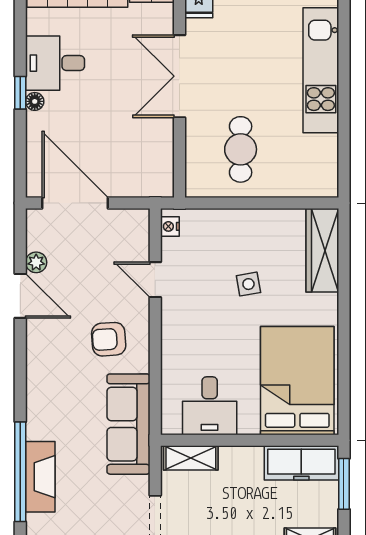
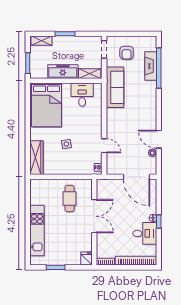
double door: (179, 76) -> (94, 216), moved
armchair: (109, 339) -> (127, 53), moved, turned 94
freezer: (301, 463) -> (63, 72), moved

